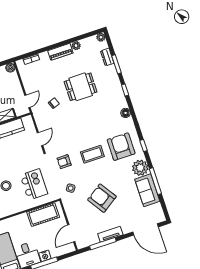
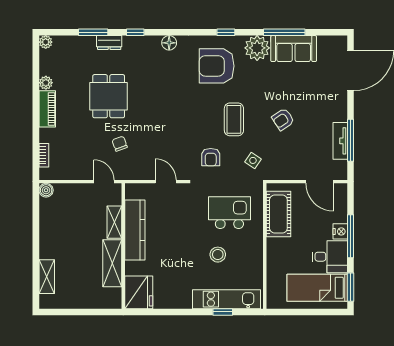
dresser: (107, 57) -> (109, 42), moved
coffee table: (92, 154) -> (234, 119), moved
armchair: (102, 198) -> (283, 119), width x0.53, depth x0.53
tv unit: (110, 234) -> (340, 141), moved

